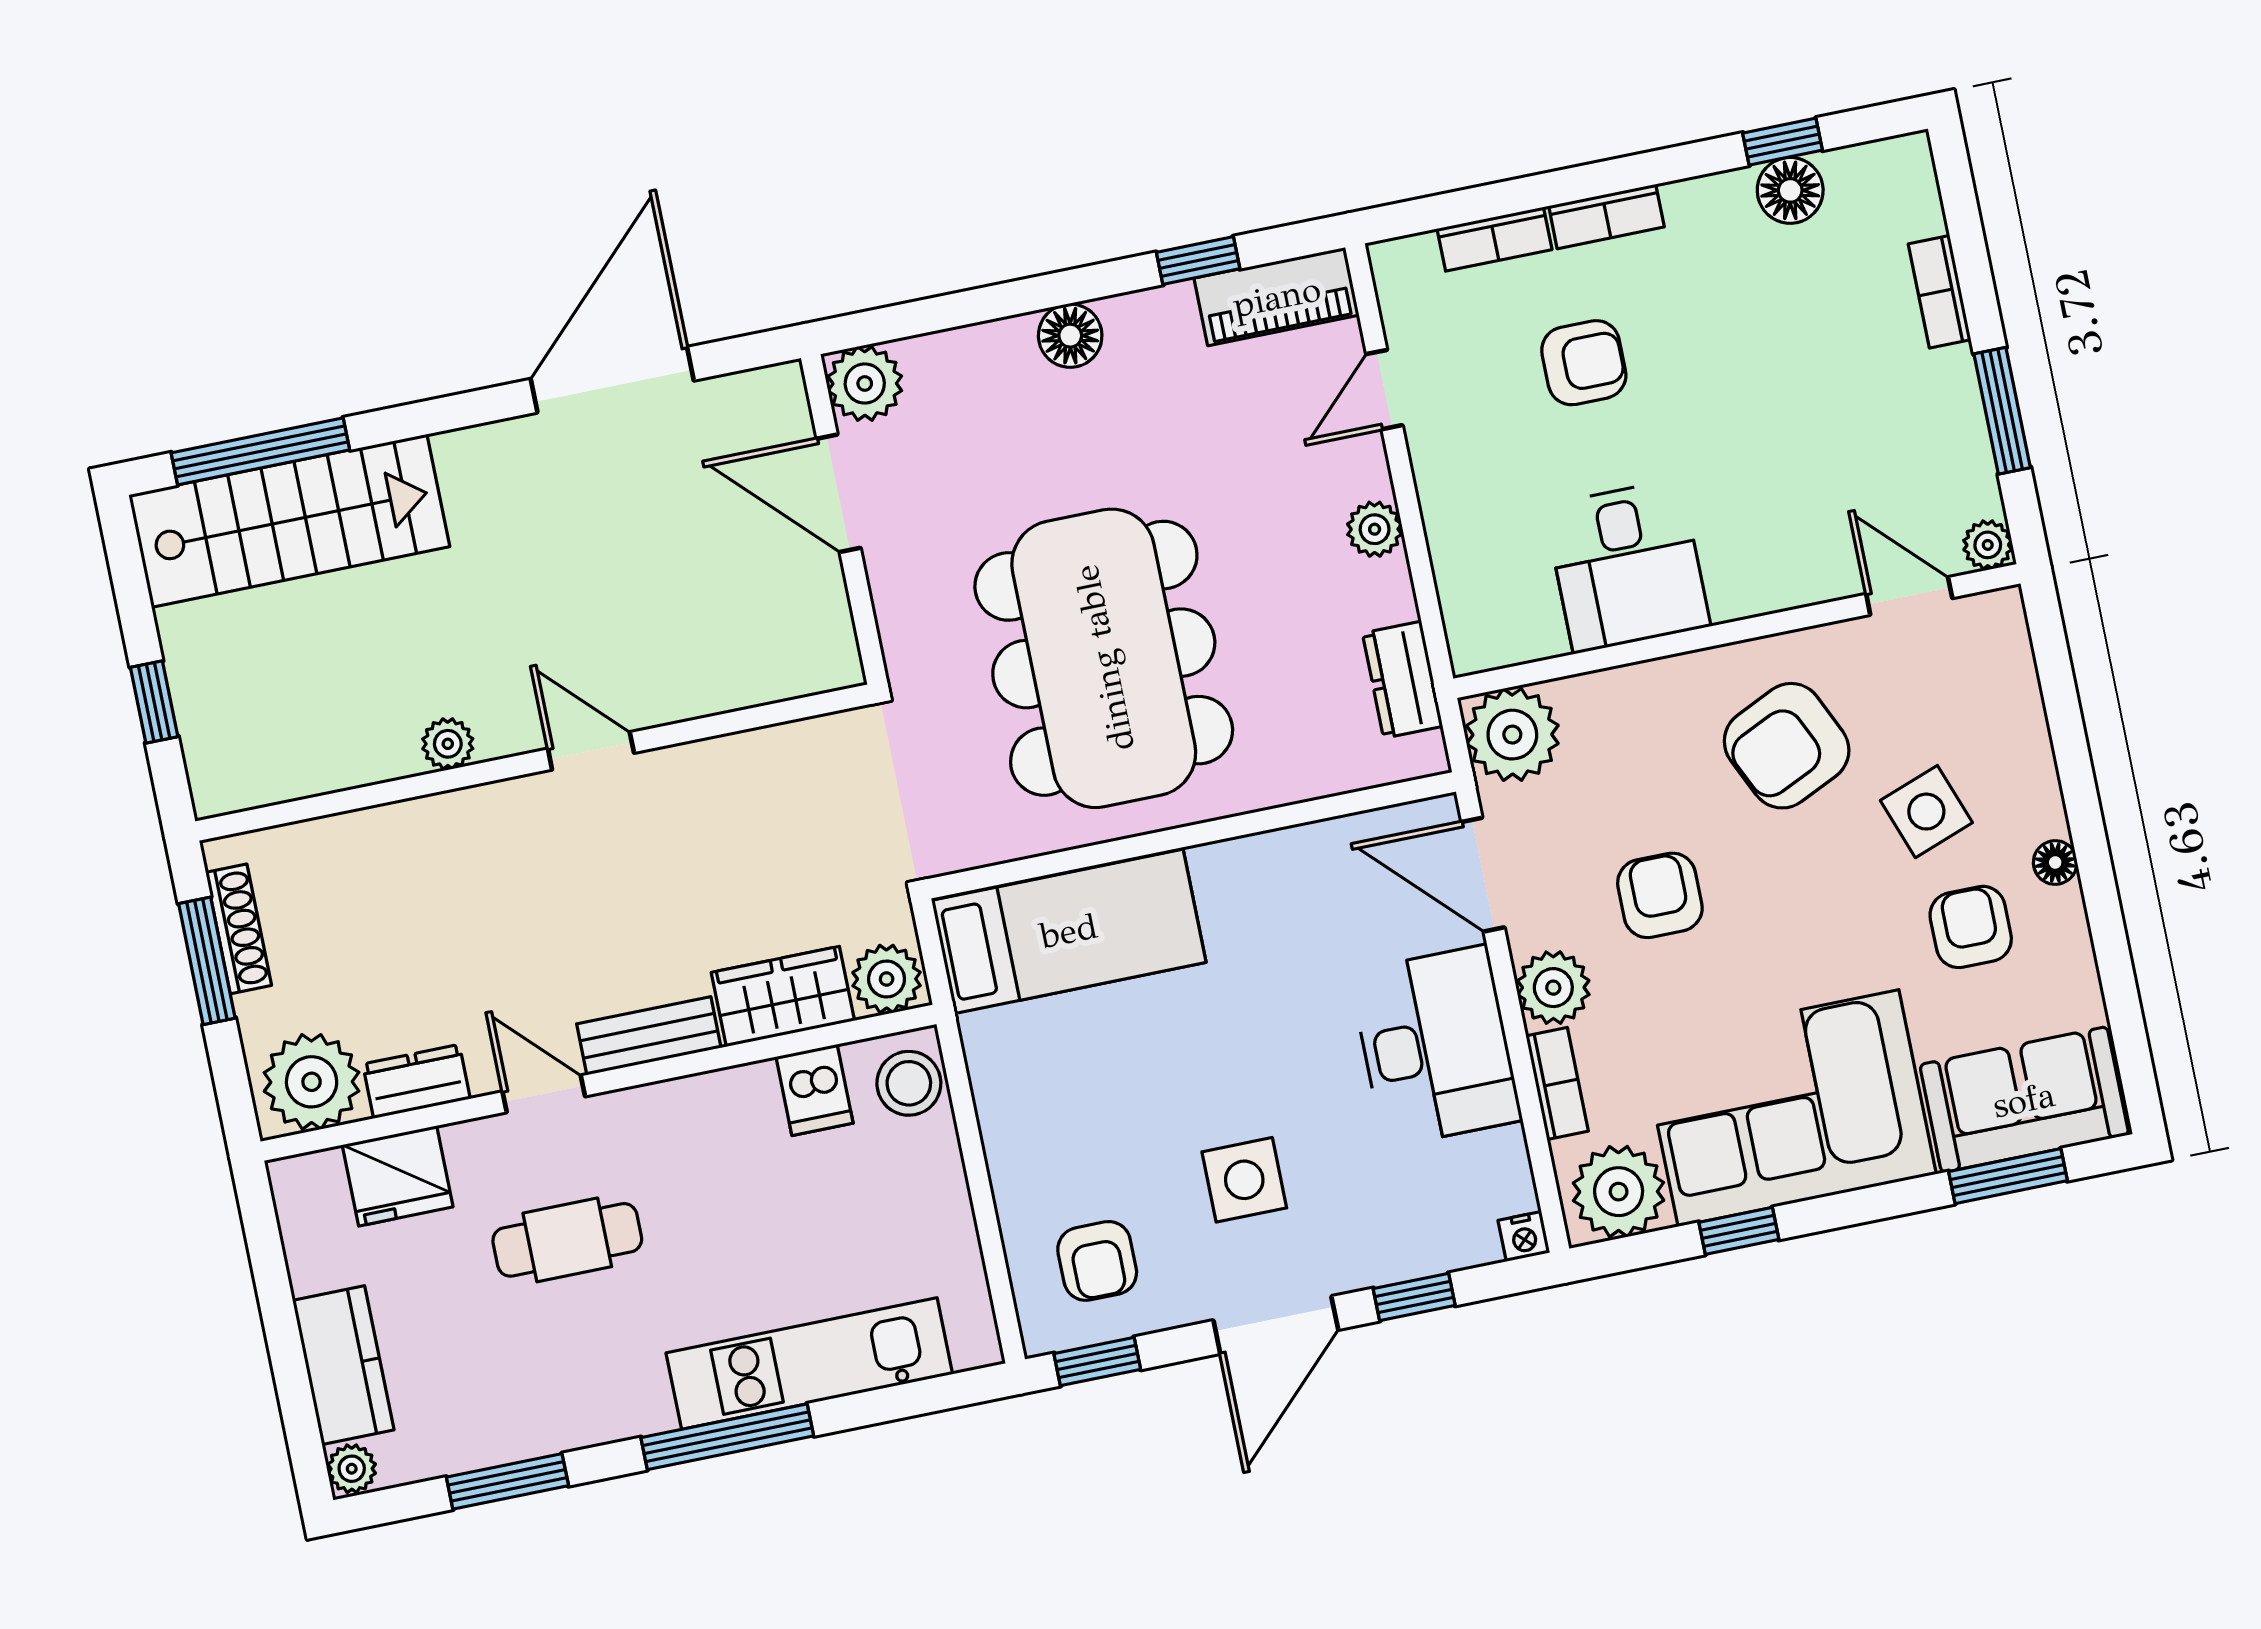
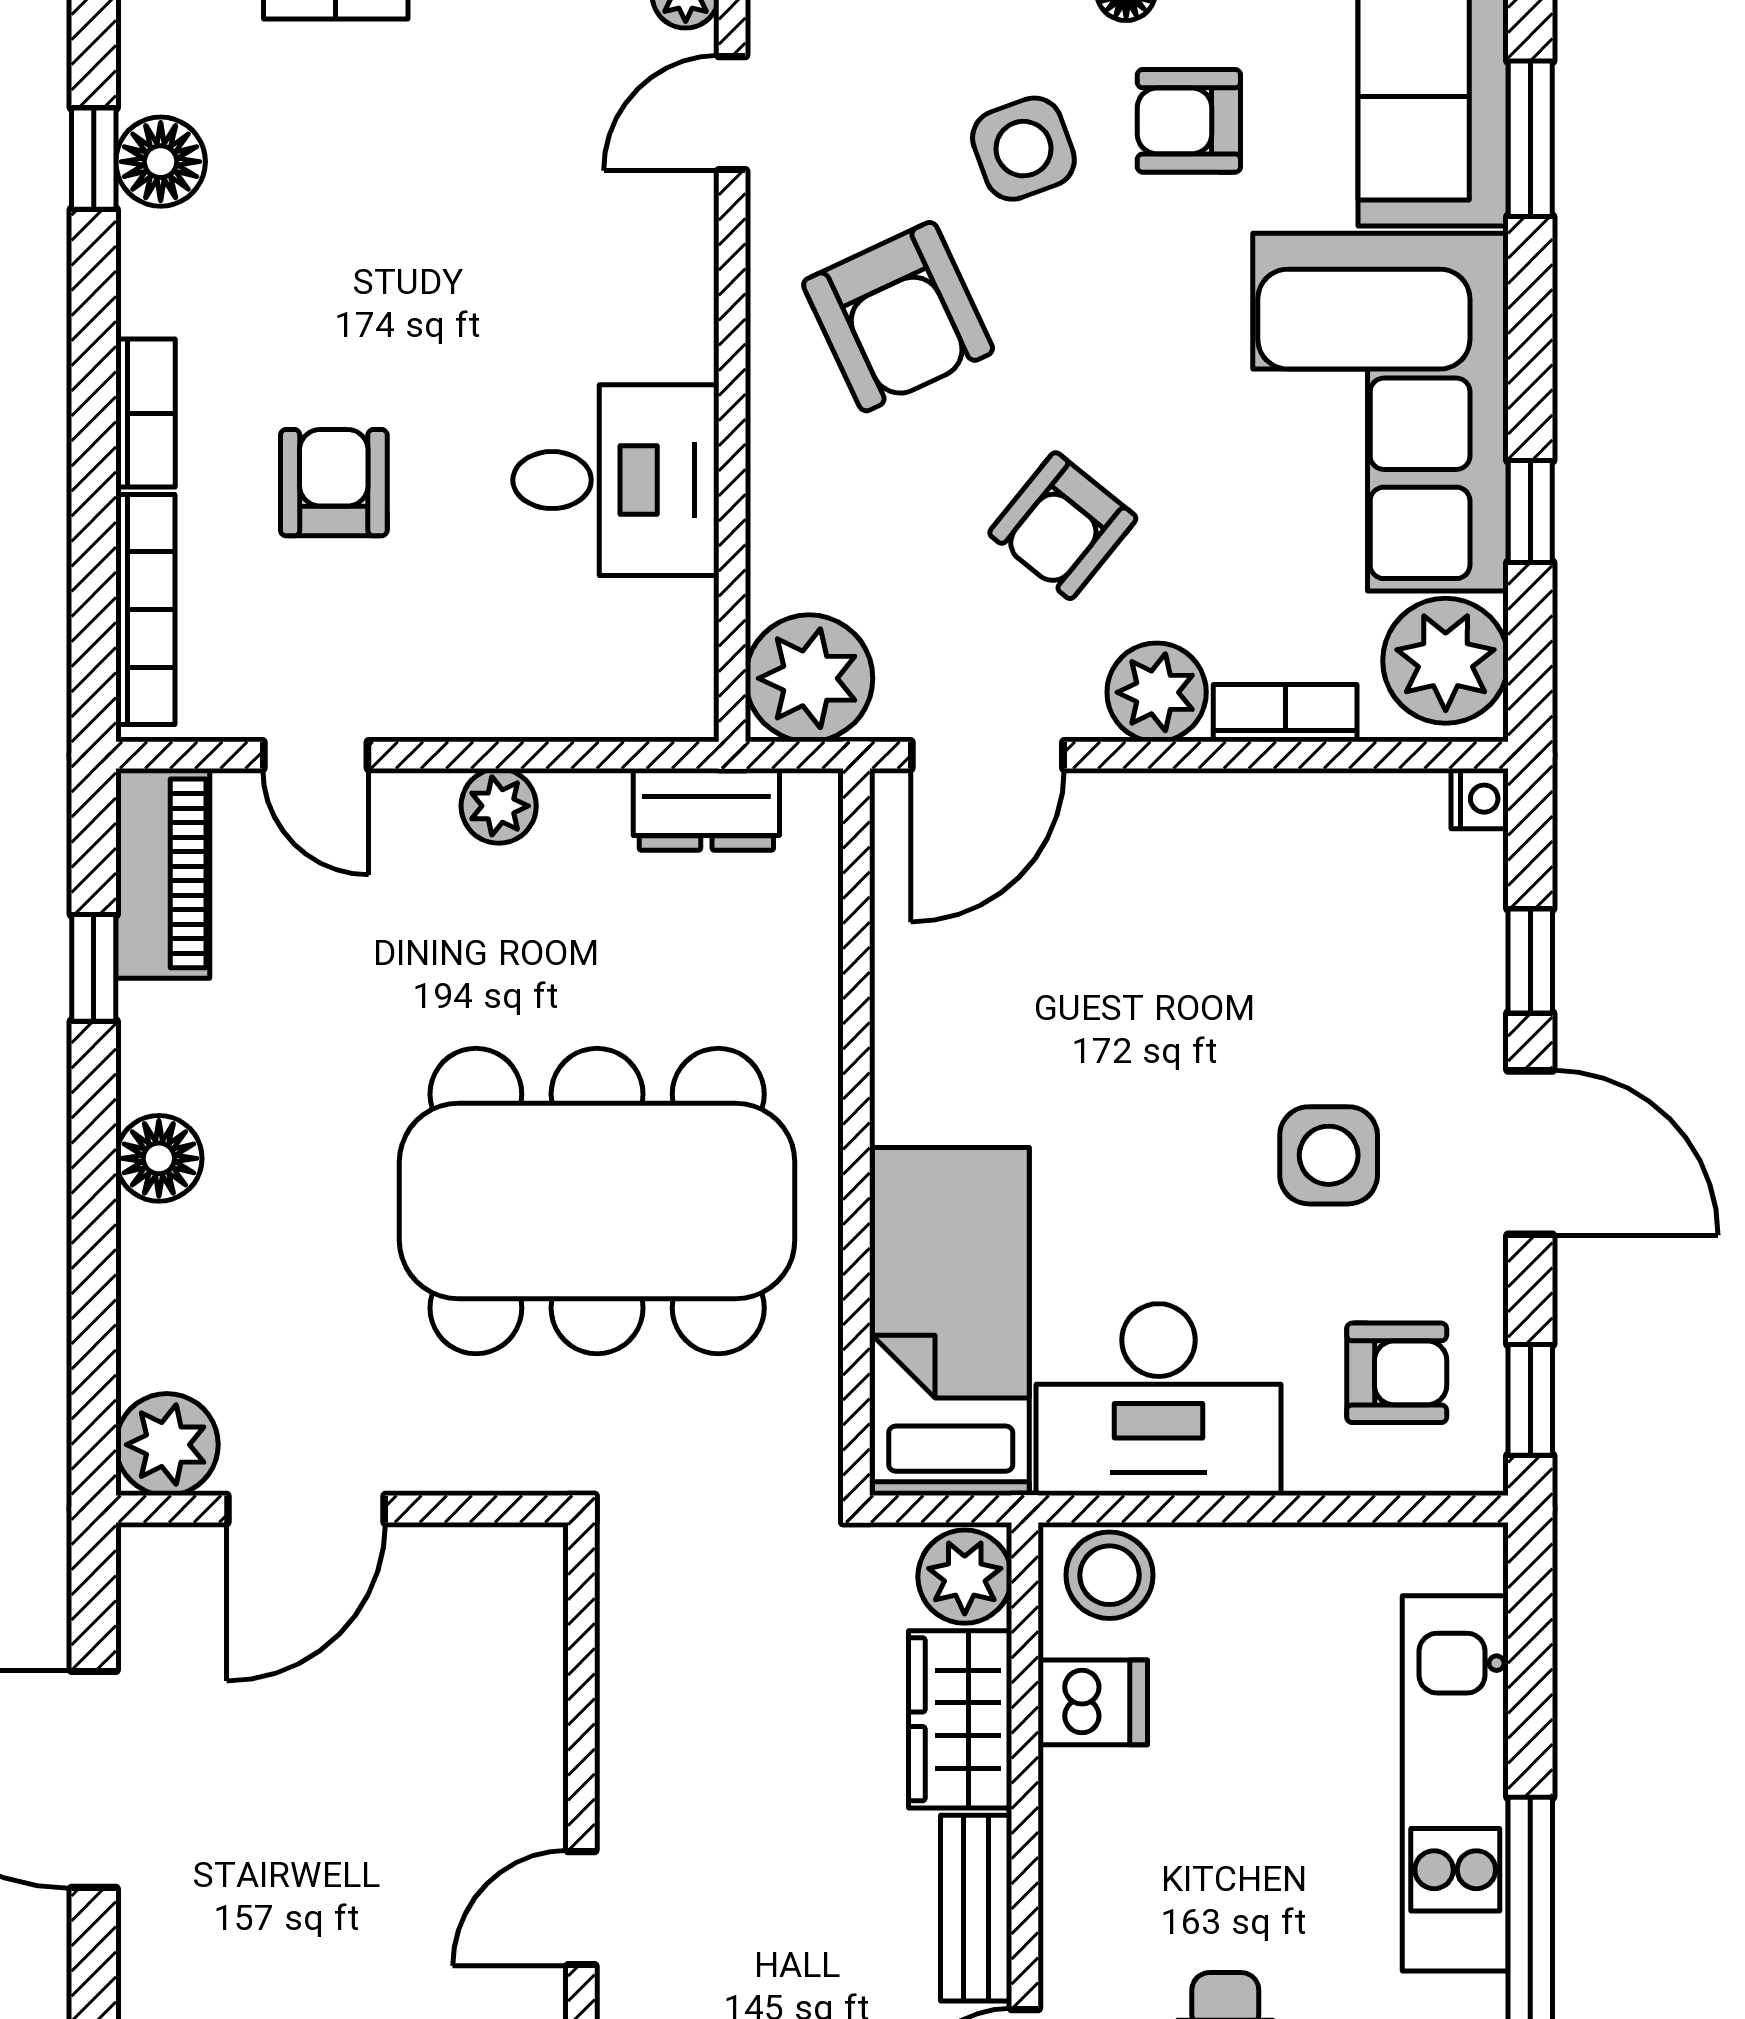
bookcase: (1494, 239) -> (145, 610), width x1.56
armchair: (1660, 895) -> (1063, 526), turned -51
desk: (1436, 1046) -> (1159, 1400), moved, turned 180

